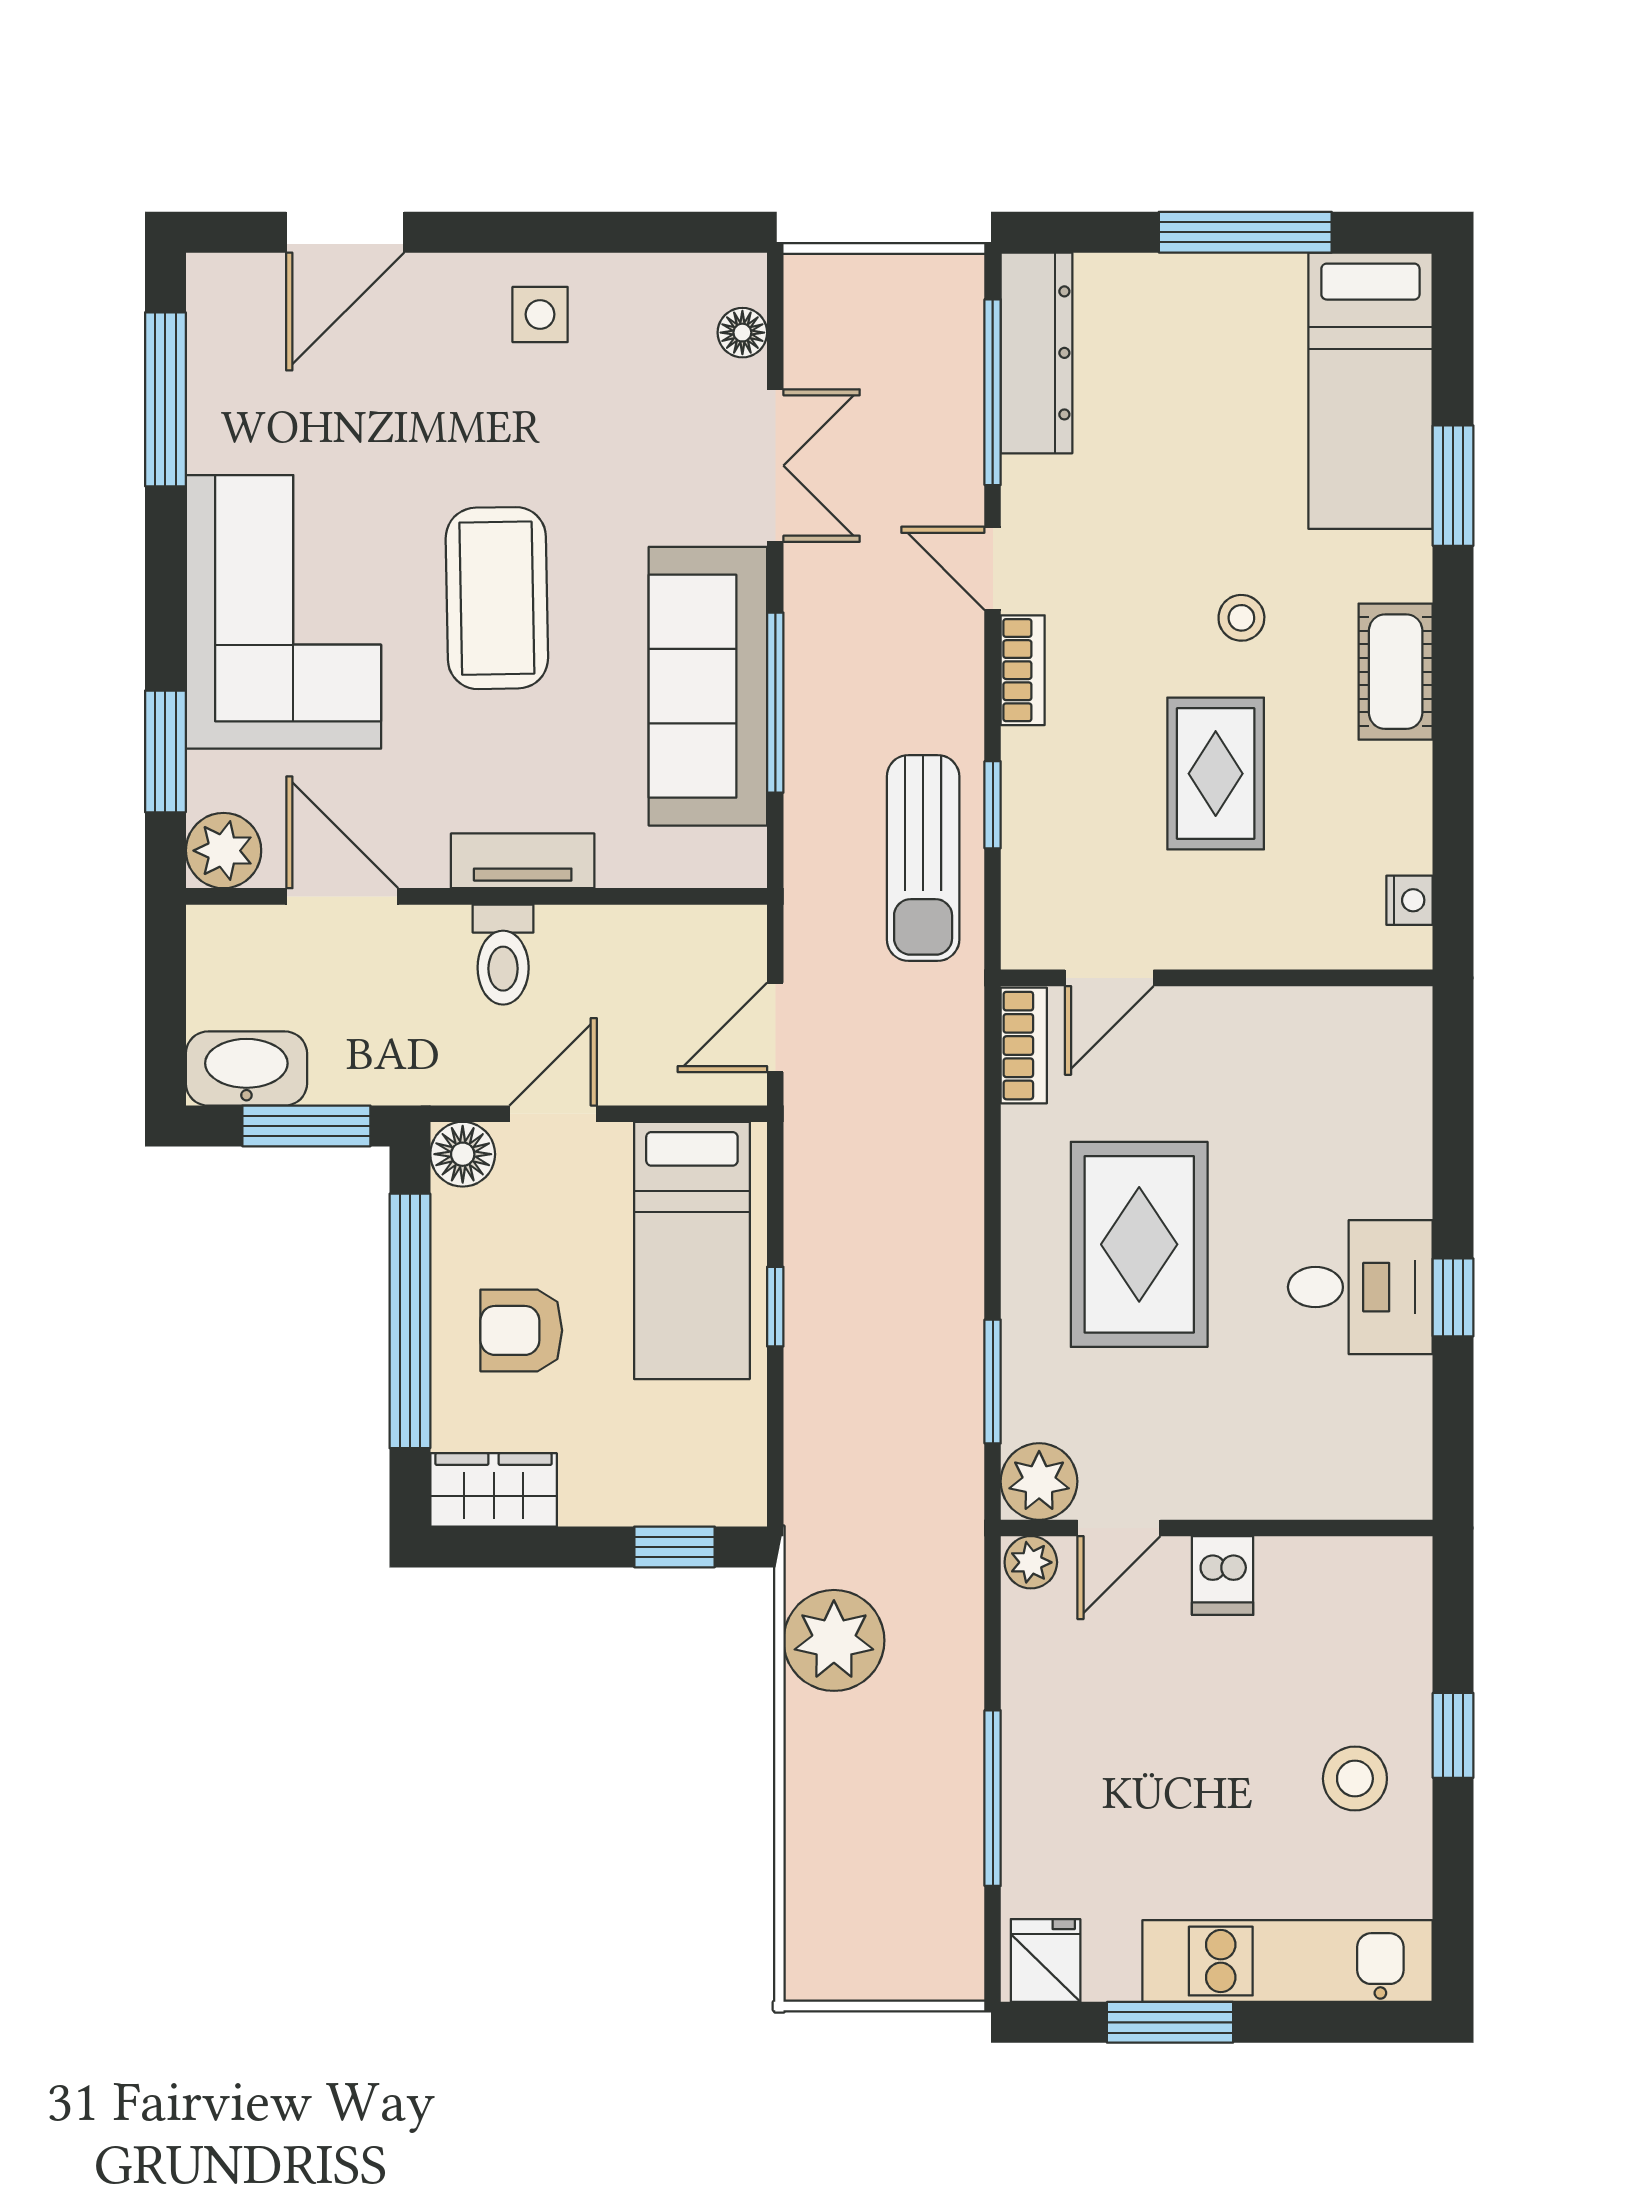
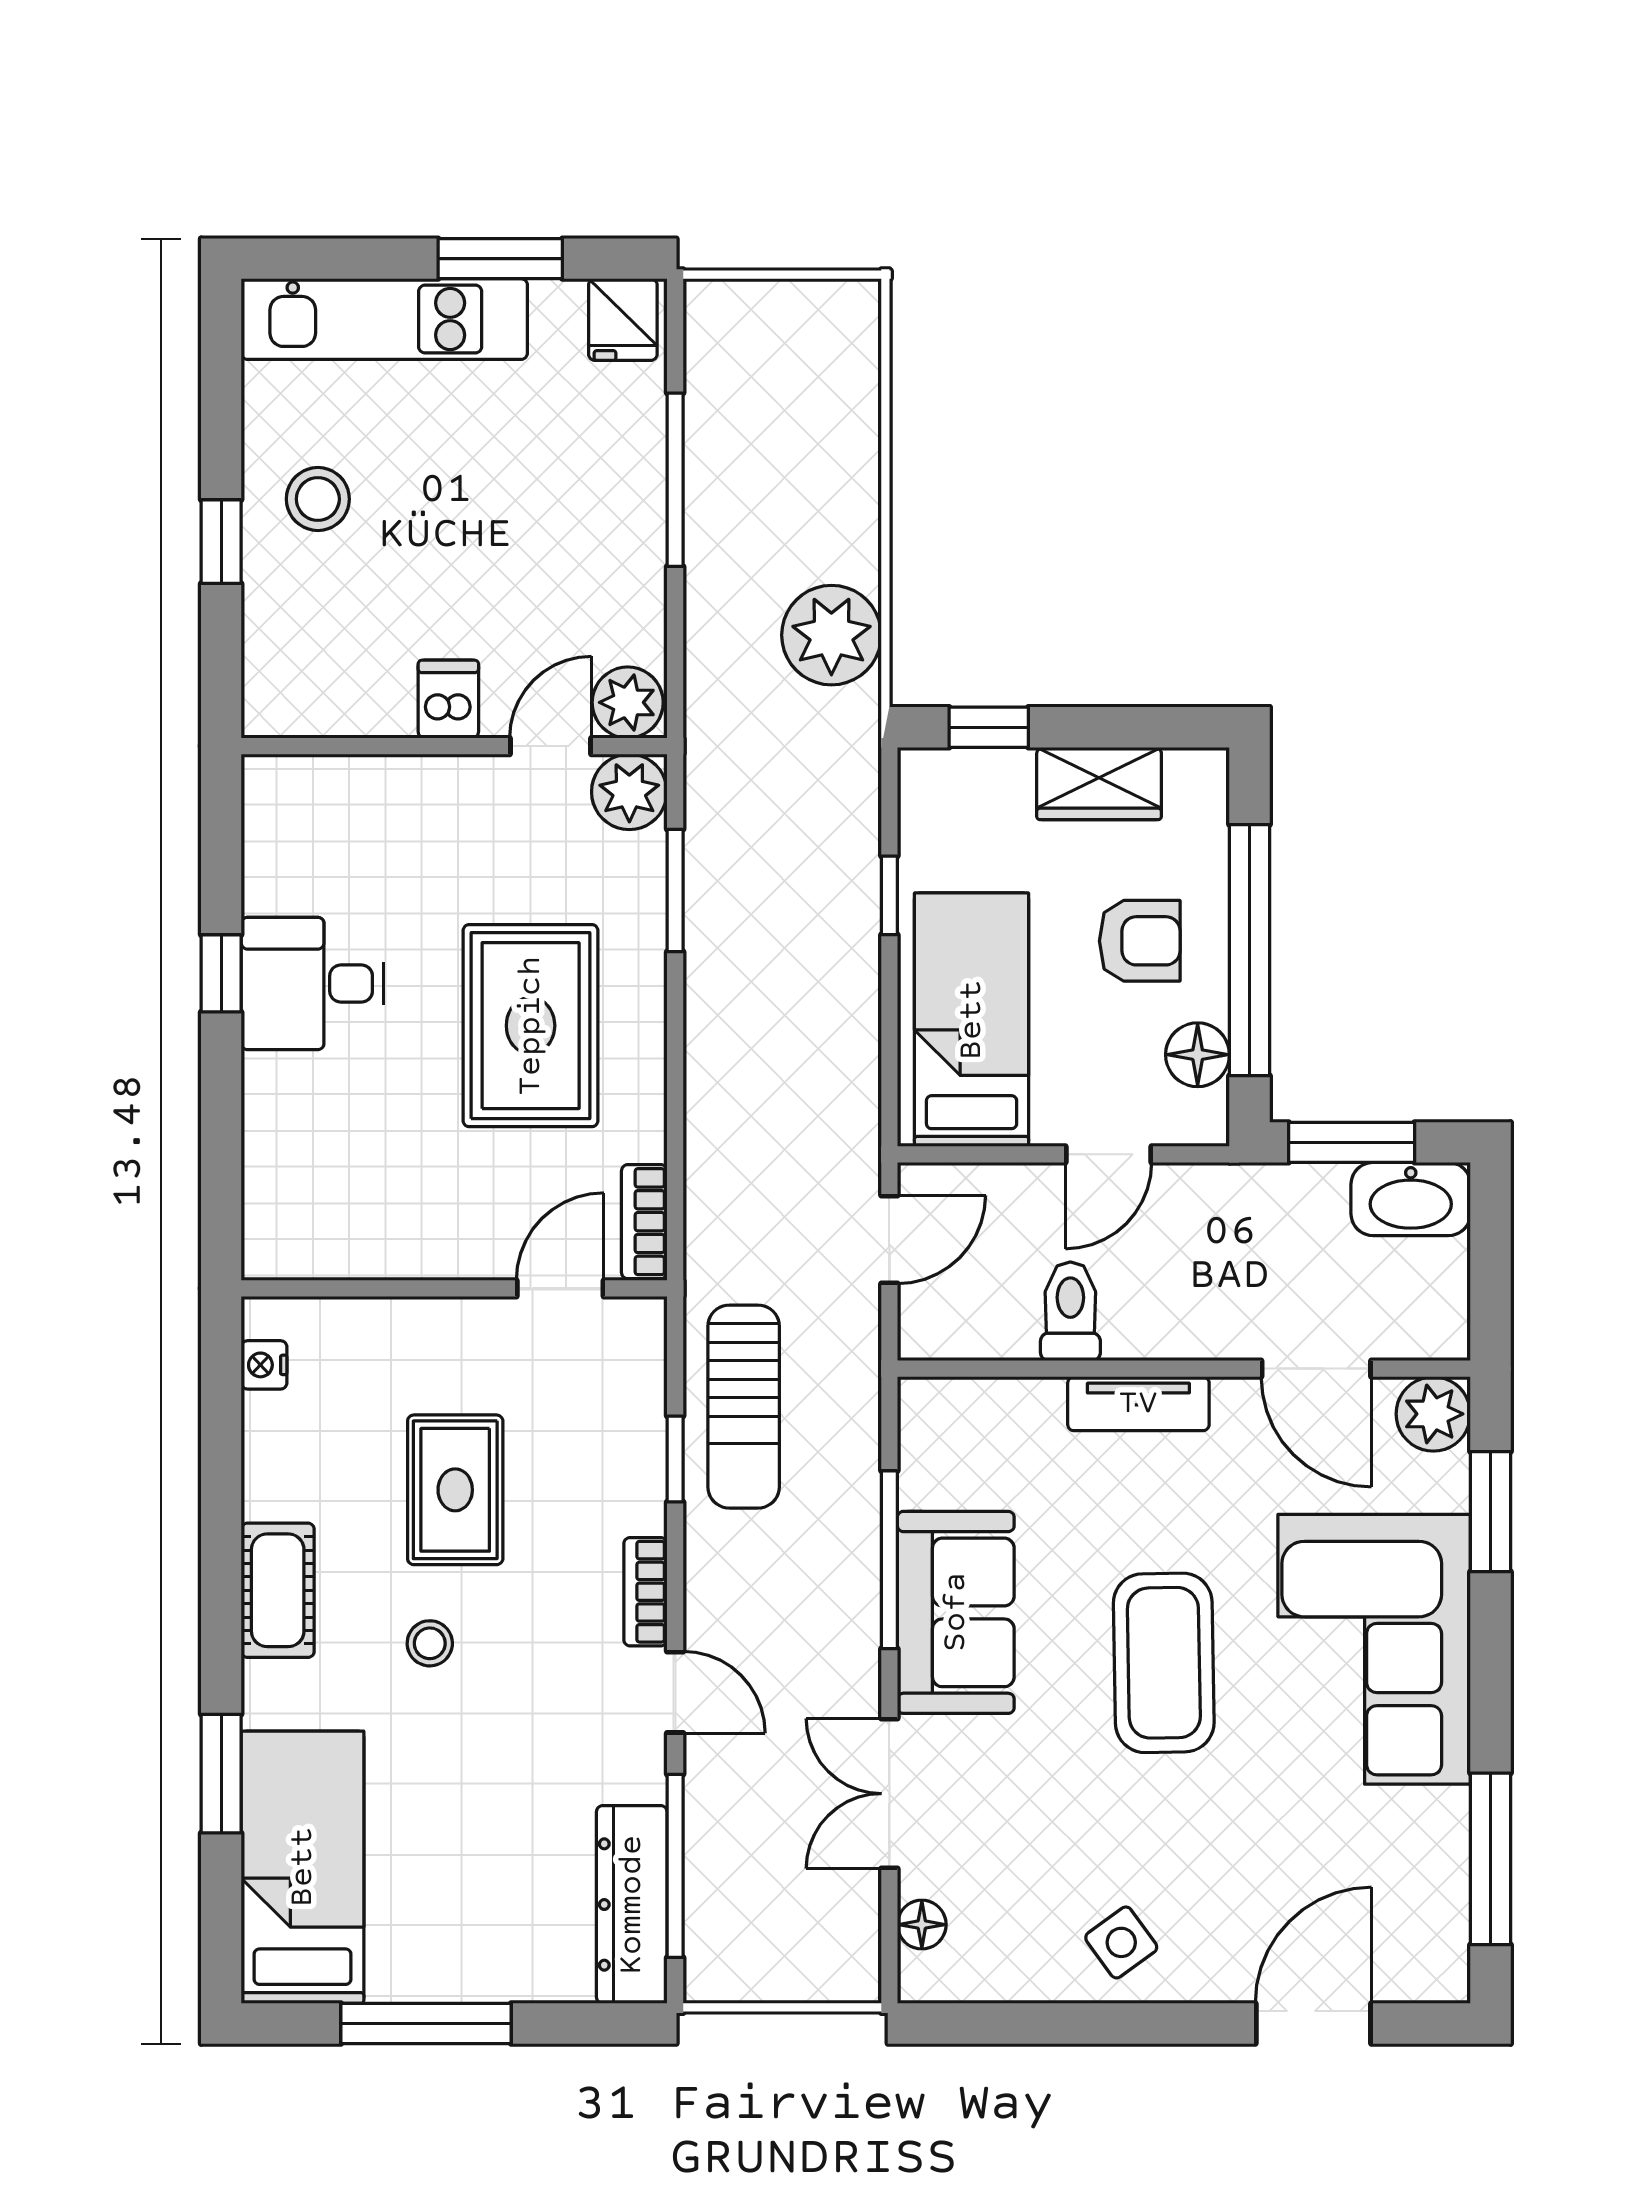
side table: (540, 314) -> (1121, 1942), turned -36
sofa: (708, 686) -> (956, 1612), width x0.73
sun lounger: (923, 858) -> (744, 1407), turned 180
toilet: (503, 955) -> (1070, 1311), moved
floor lamp: (463, 1154) -> (1198, 1055), moved
window: (775, 1307) -> (889, 895), moved
wardrobe: (494, 1490) -> (1099, 784), moved
plant: (1031, 1562) -> (628, 702), width x1.38, depth x1.38

